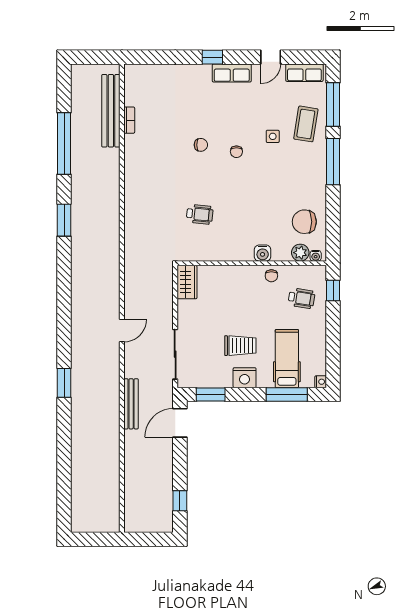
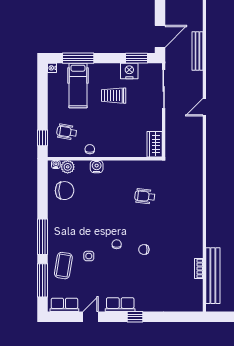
nightstand: (245, 378) -> (129, 71), moved

